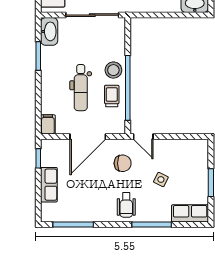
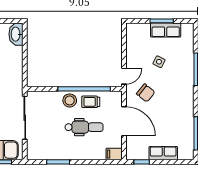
washbasin: (49, 31) -> (38, 153), removed
chair: (123, 163) -> (146, 93), turned 129
wheelchair: (126, 205) -> (180, 90), removed
row of seats: (190, 213) -> (166, 30), moved, turned -90

